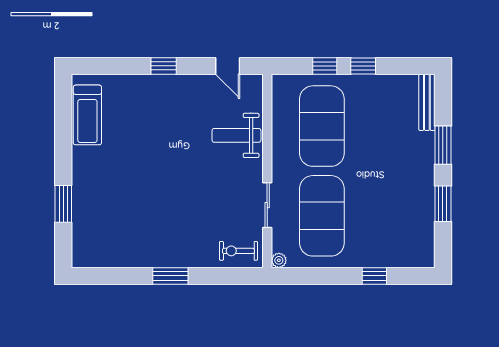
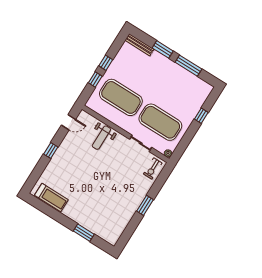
window: (443, 204) -> (188, 66), width x1.44

